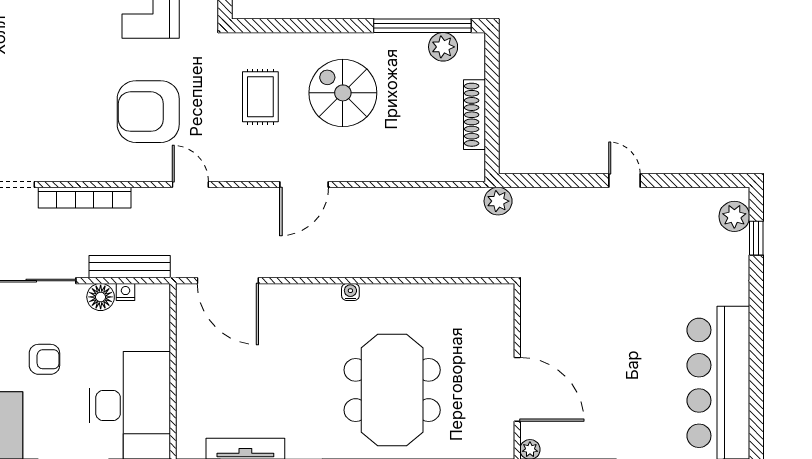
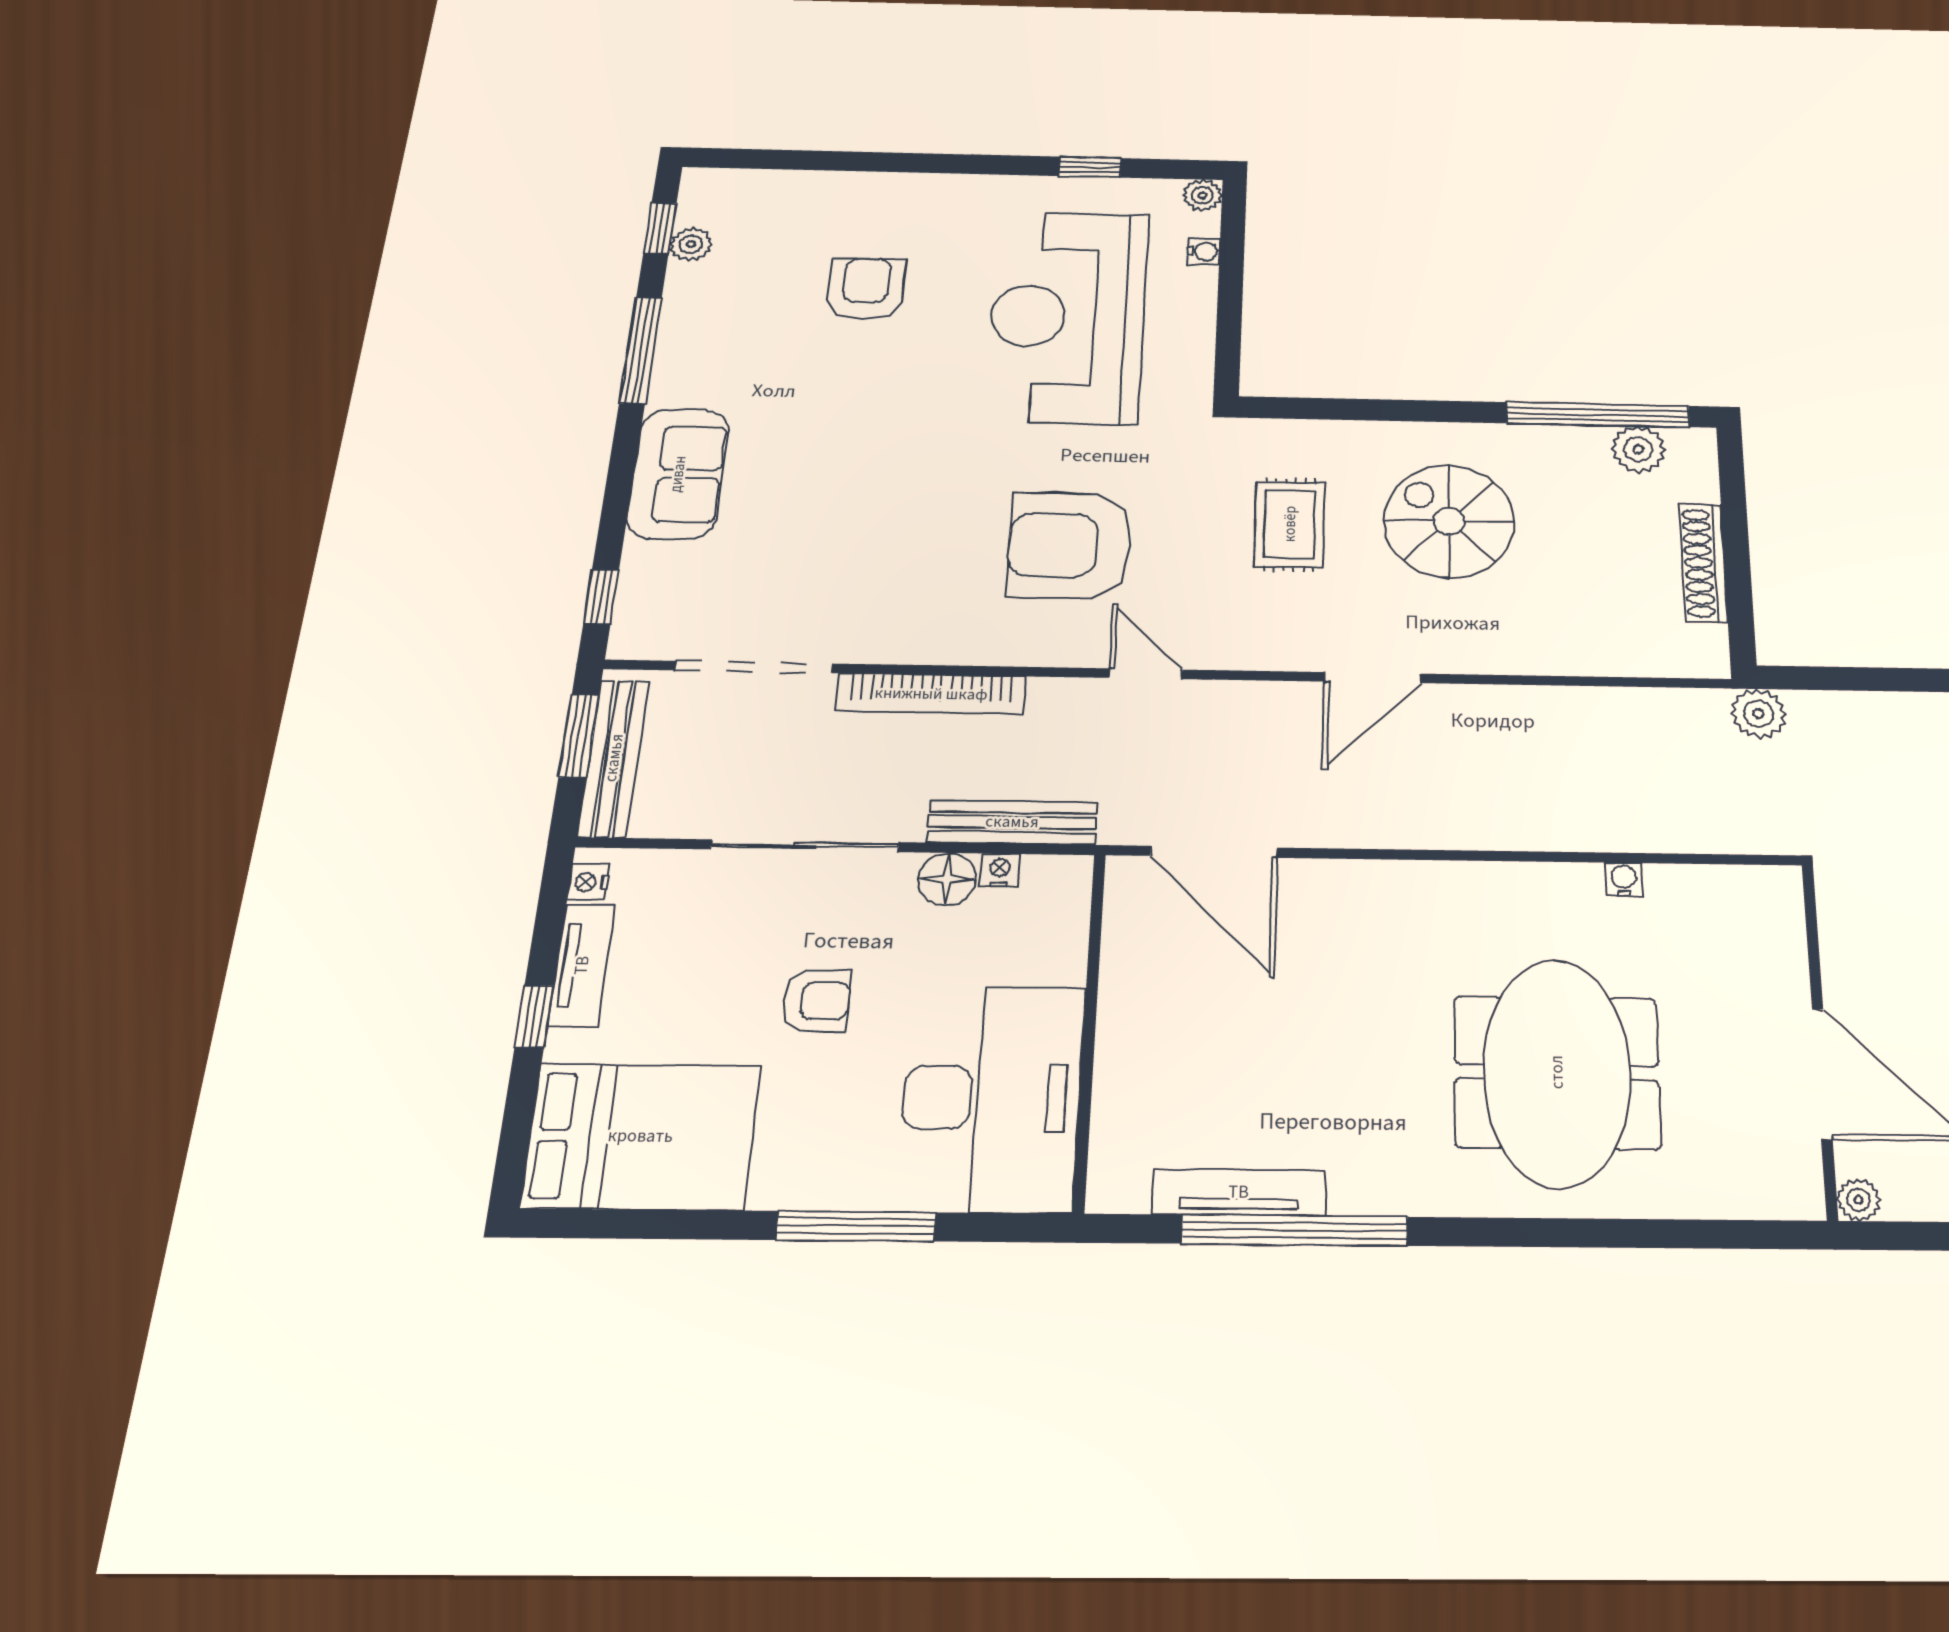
water cooler: (350, 292) -> (1624, 879), moved

